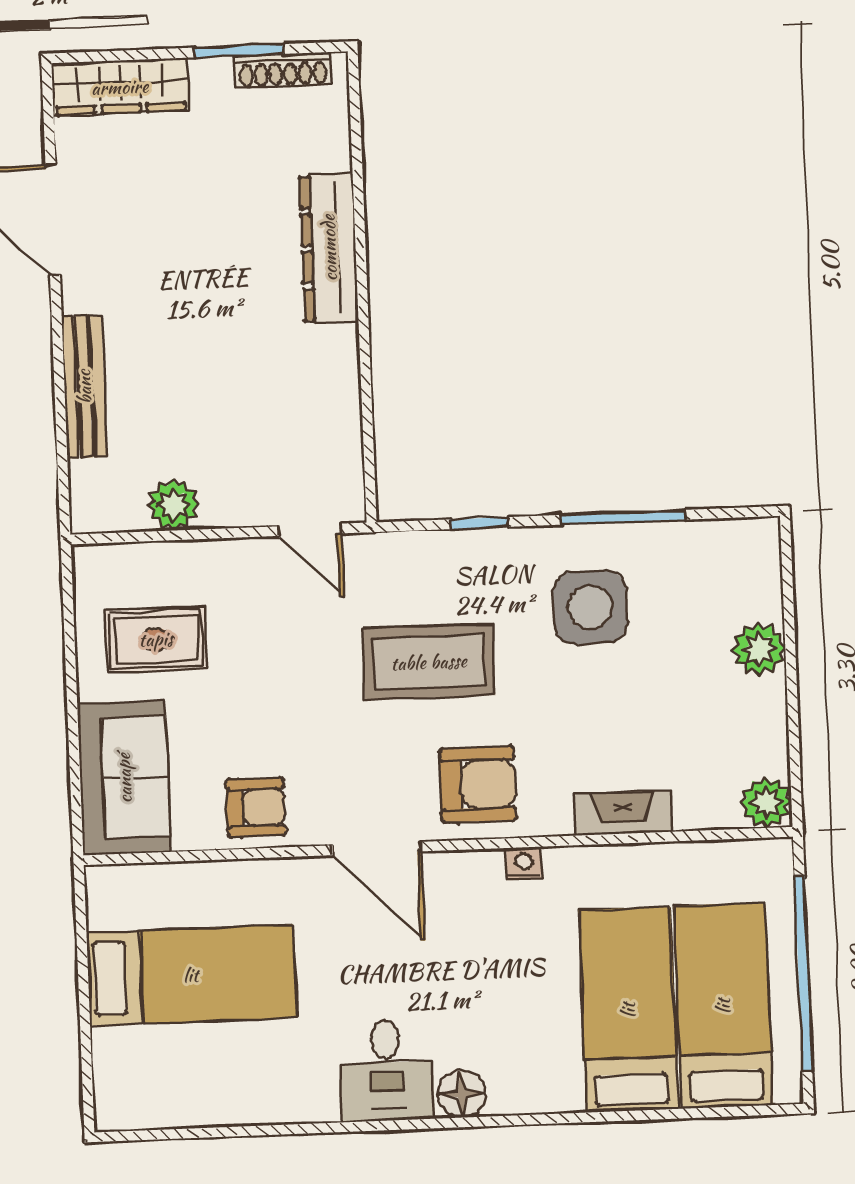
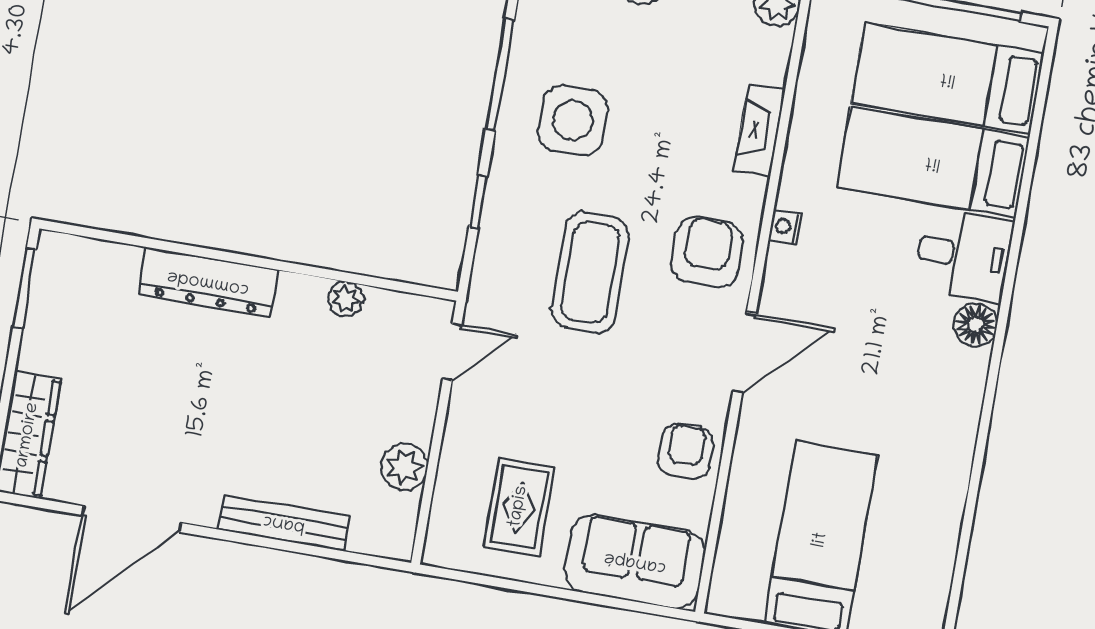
window: (239, 51) -> (24, 288), moved
shoe rack: (283, 70) -> (44, 289), removed
plant: (342, 402) -> (346, 299), added
desk: (386, 1071) -> (964, 255), moved

